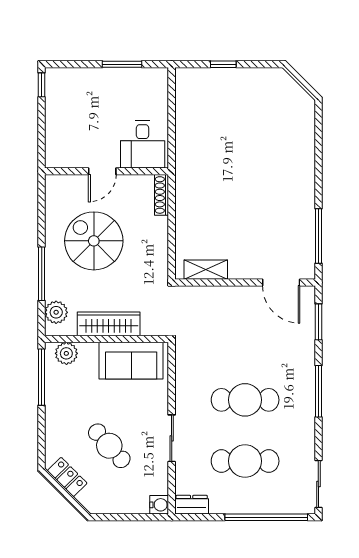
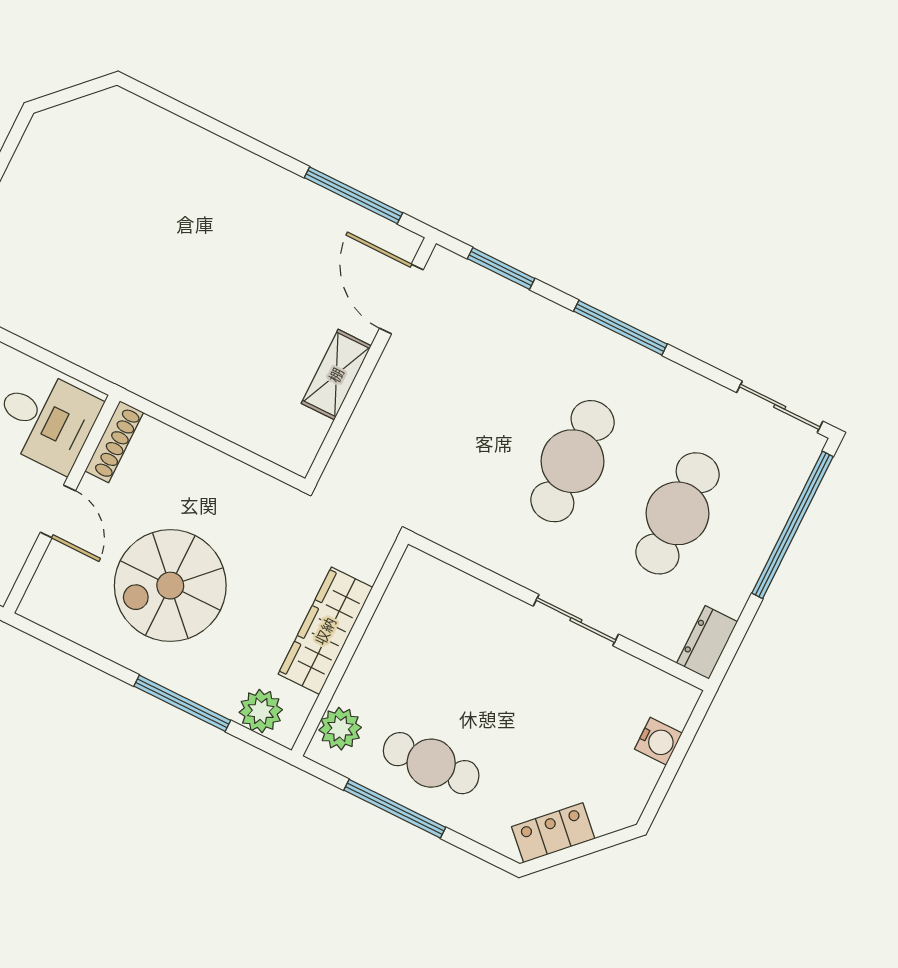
shoe rack: (162, 195) -> (114, 442), moved, turned -90
shelving: (206, 270) -> (336, 375), moved
door: (281, 282) -> (401, 299), swing flipped
sofa: (131, 361) -> (408, 624), removed
window: (42, 377) -> (395, 809), moved
cafe table: (109, 446) -> (431, 763), moved, turned 39
water cooler: (159, 505) -> (658, 741), moved, turned 90

